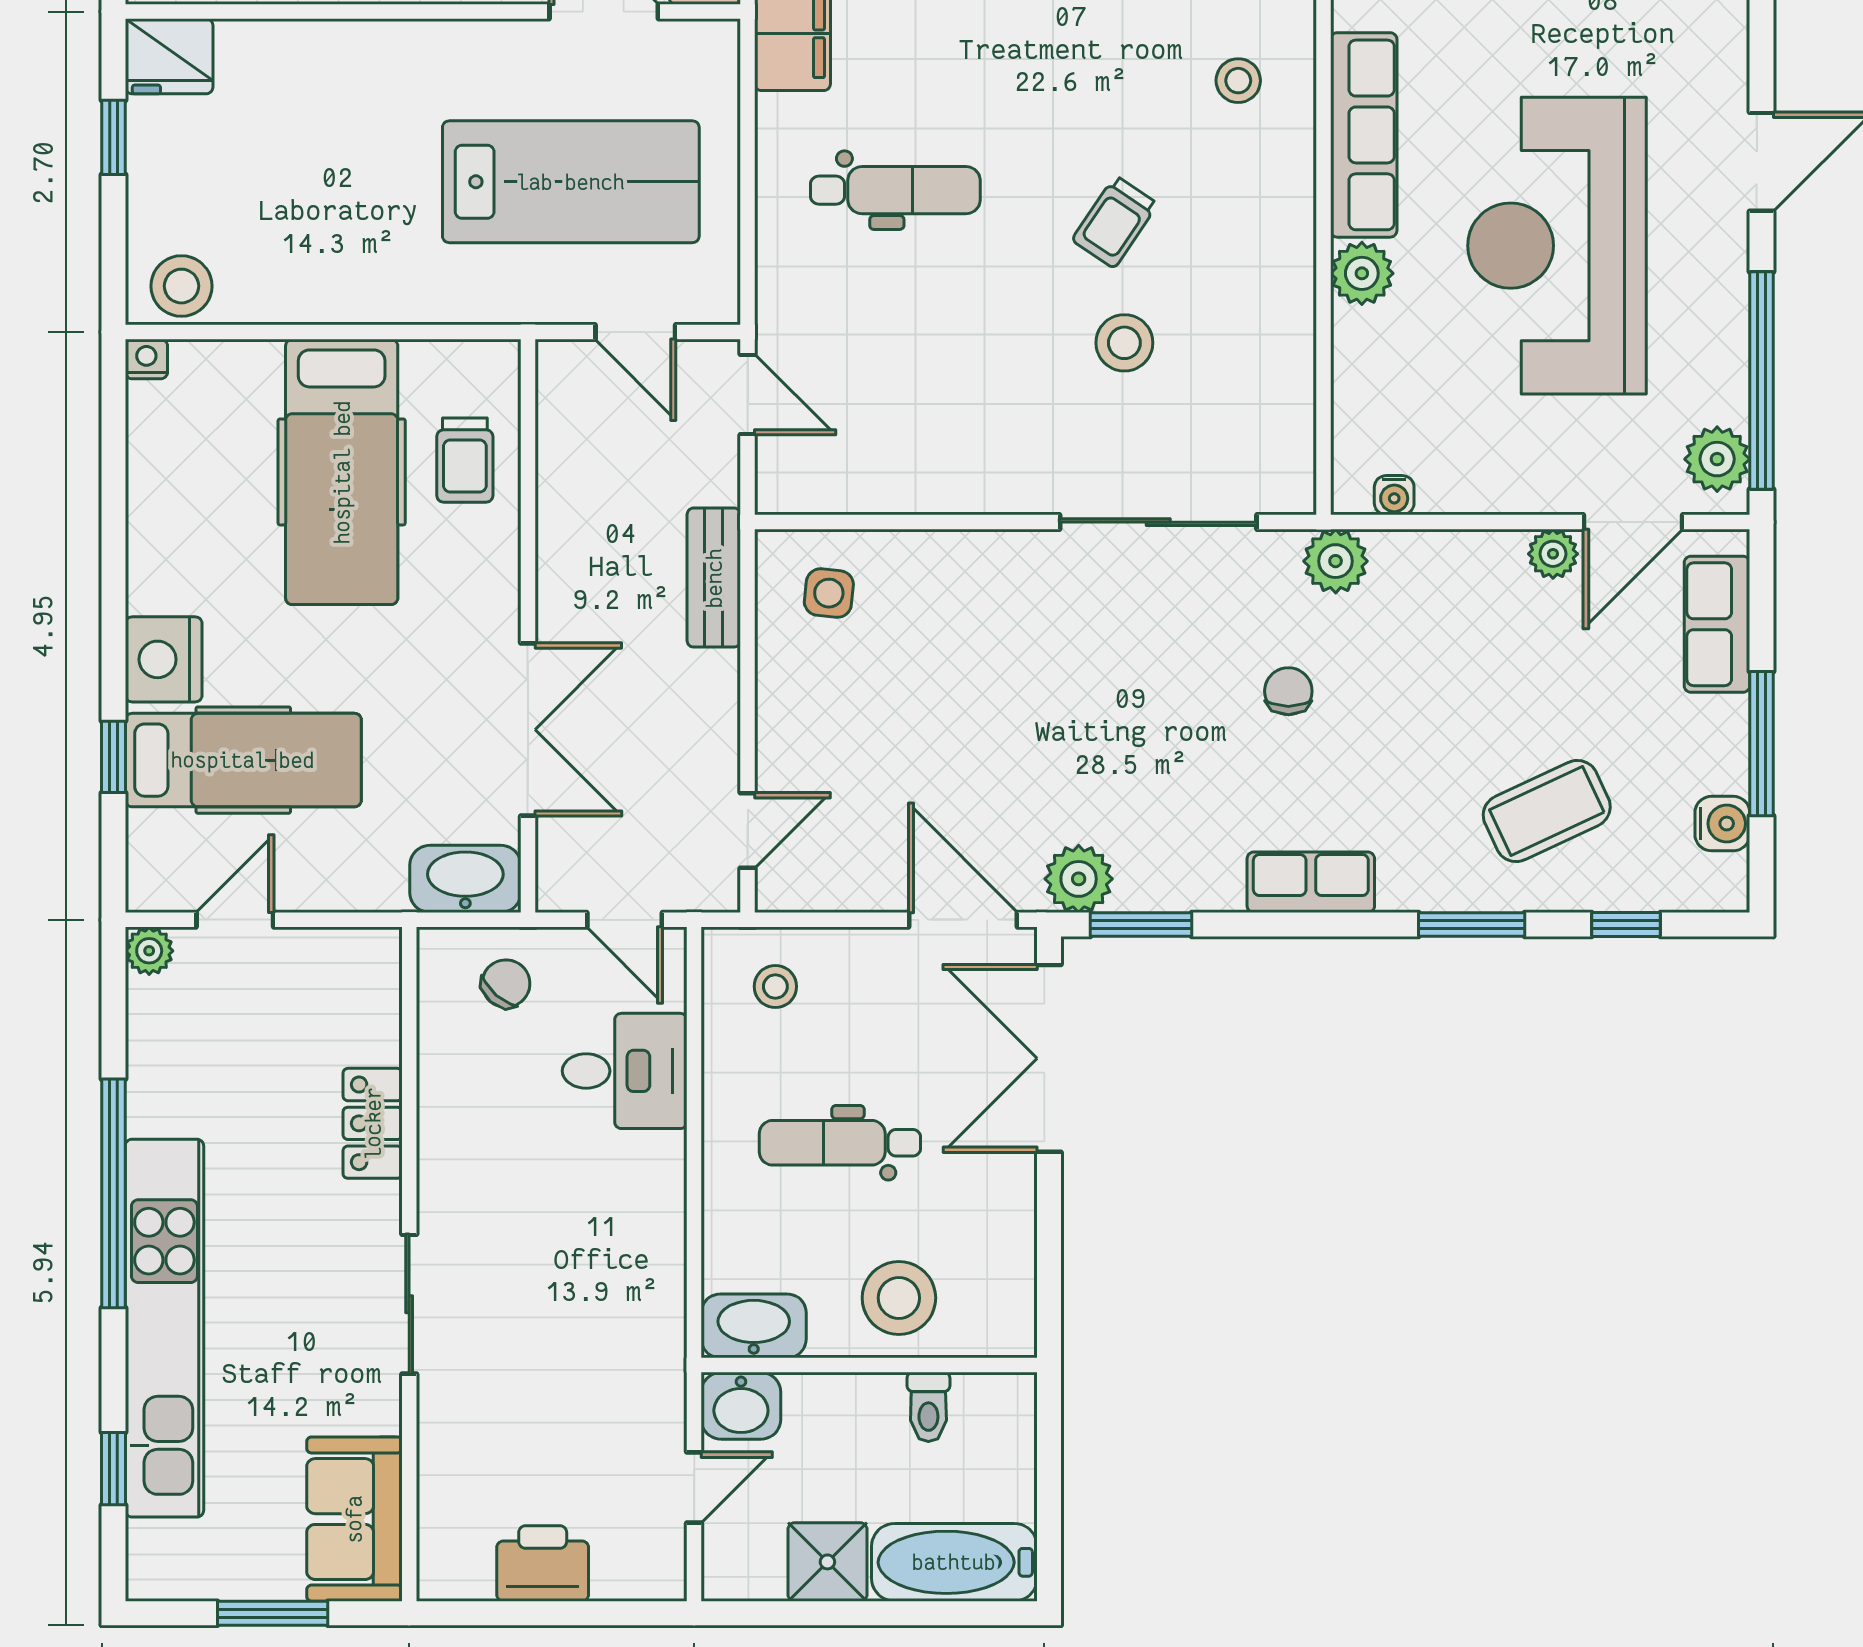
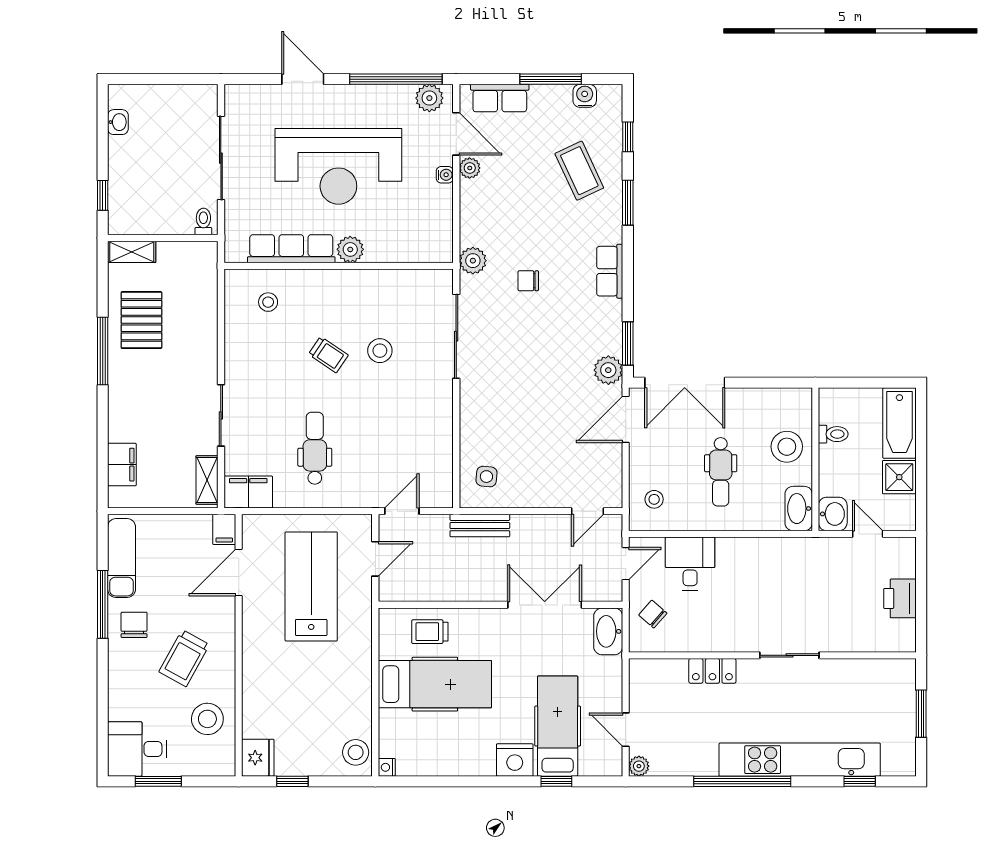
trolley: (465, 460) -> (430, 632), turned 180
water cooler: (1394, 495) -> (445, 175), moved
door: (748, 830) -> (588, 511), swing flipped
sofa: (354, 1519) -> (881, 679), removed

